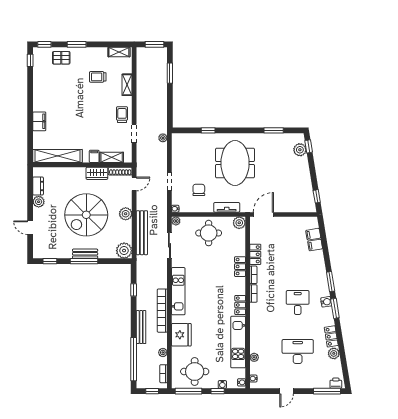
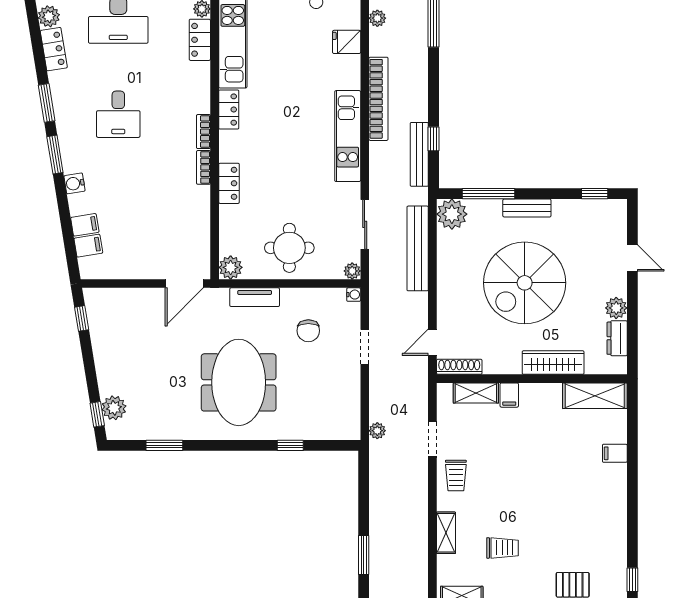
filing cabinet: (39, 121) -> (615, 453), width x0.50
shelving: (58, 156) -> (595, 396), width x0.68
wardrobe: (97, 173) -> (553, 363), moved, width x1.50
plant: (126, 214) -> (449, 285), removed
spiral stairs: (86, 215) -> (525, 283), turned 180
locker: (255, 254) -> (200, 40), moved
window: (84, 261) -> (488, 194), moved
water cooler: (326, 302) -> (74, 183), moved
bench: (141, 327) -> (419, 154), moved
fridge: (181, 335) -> (347, 42), width x0.53, depth x0.75

